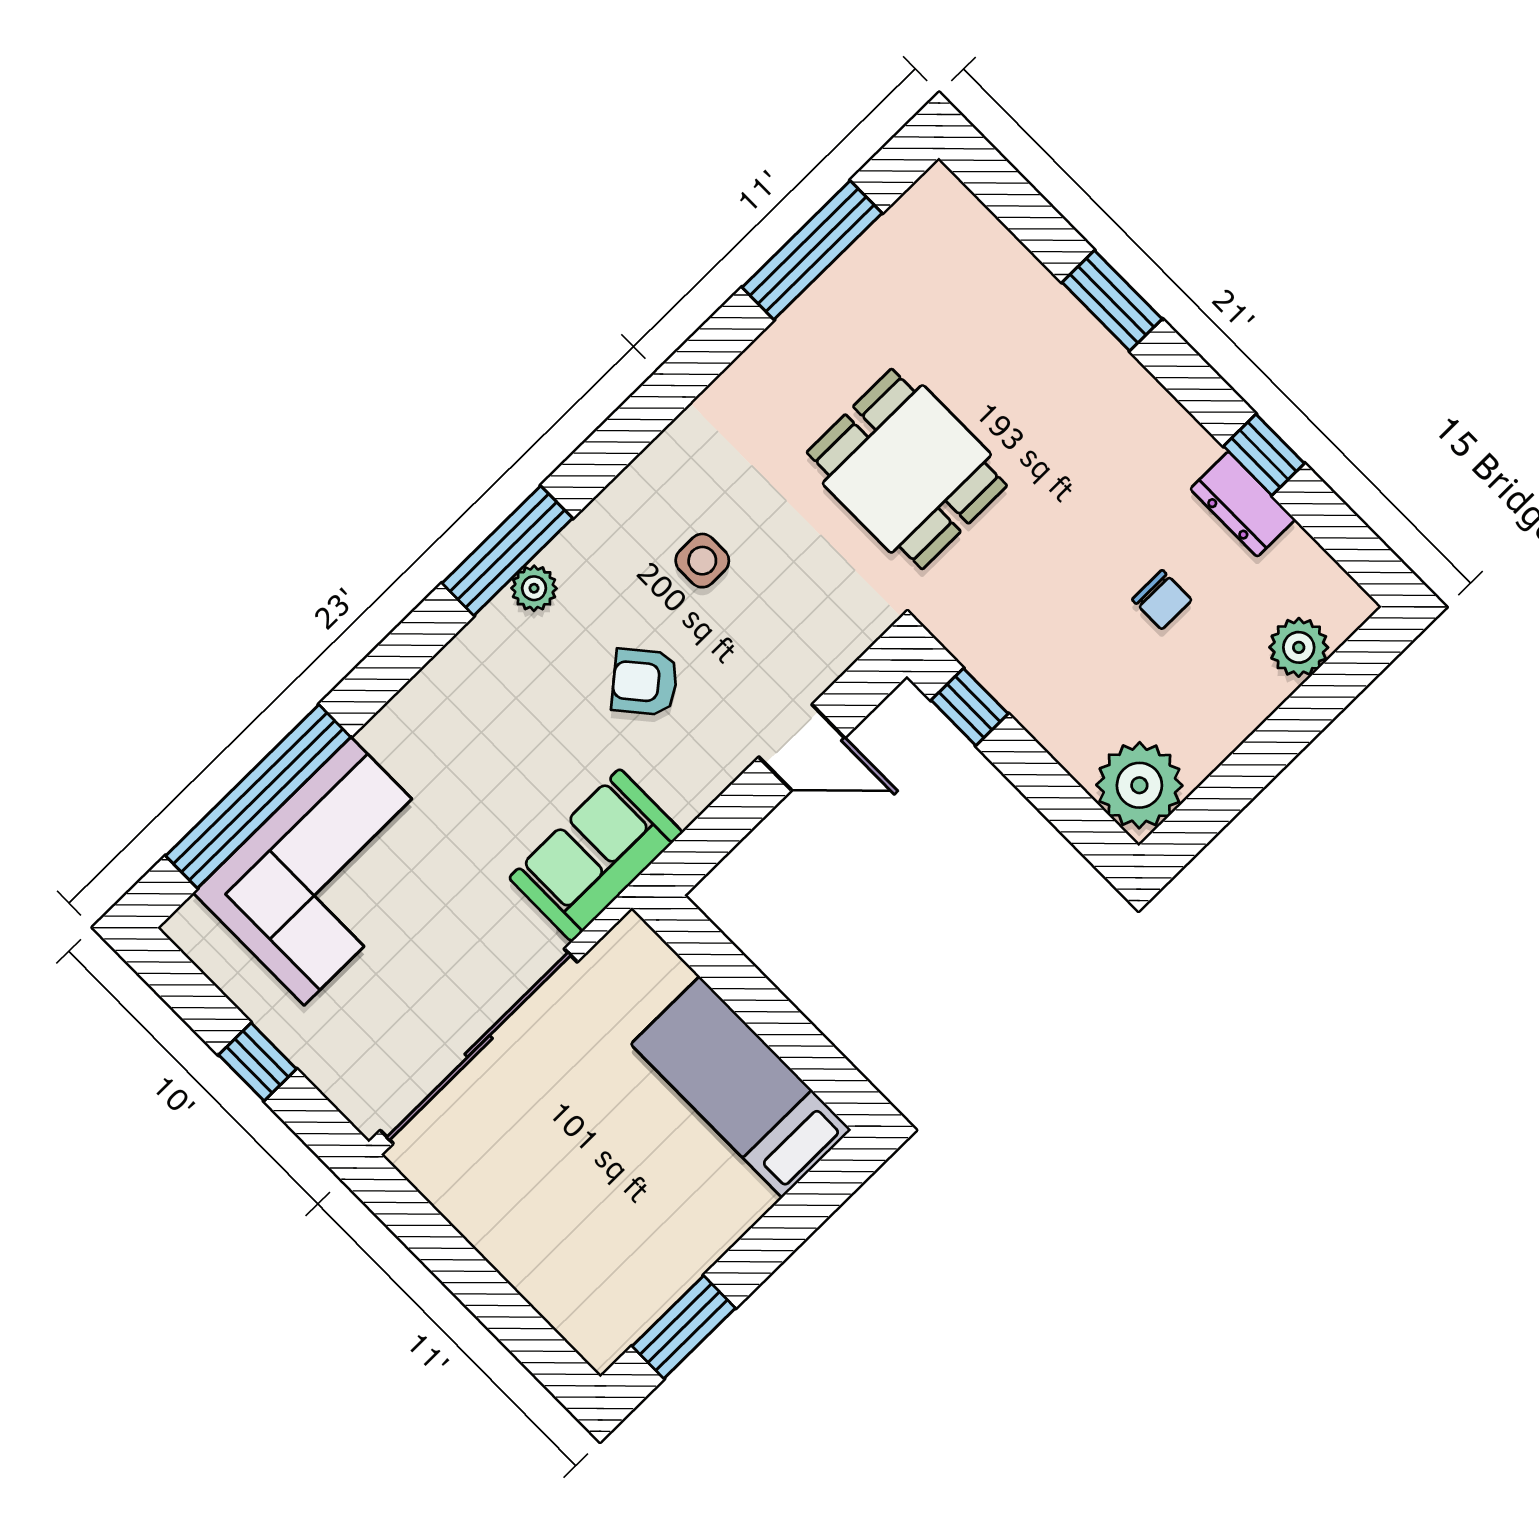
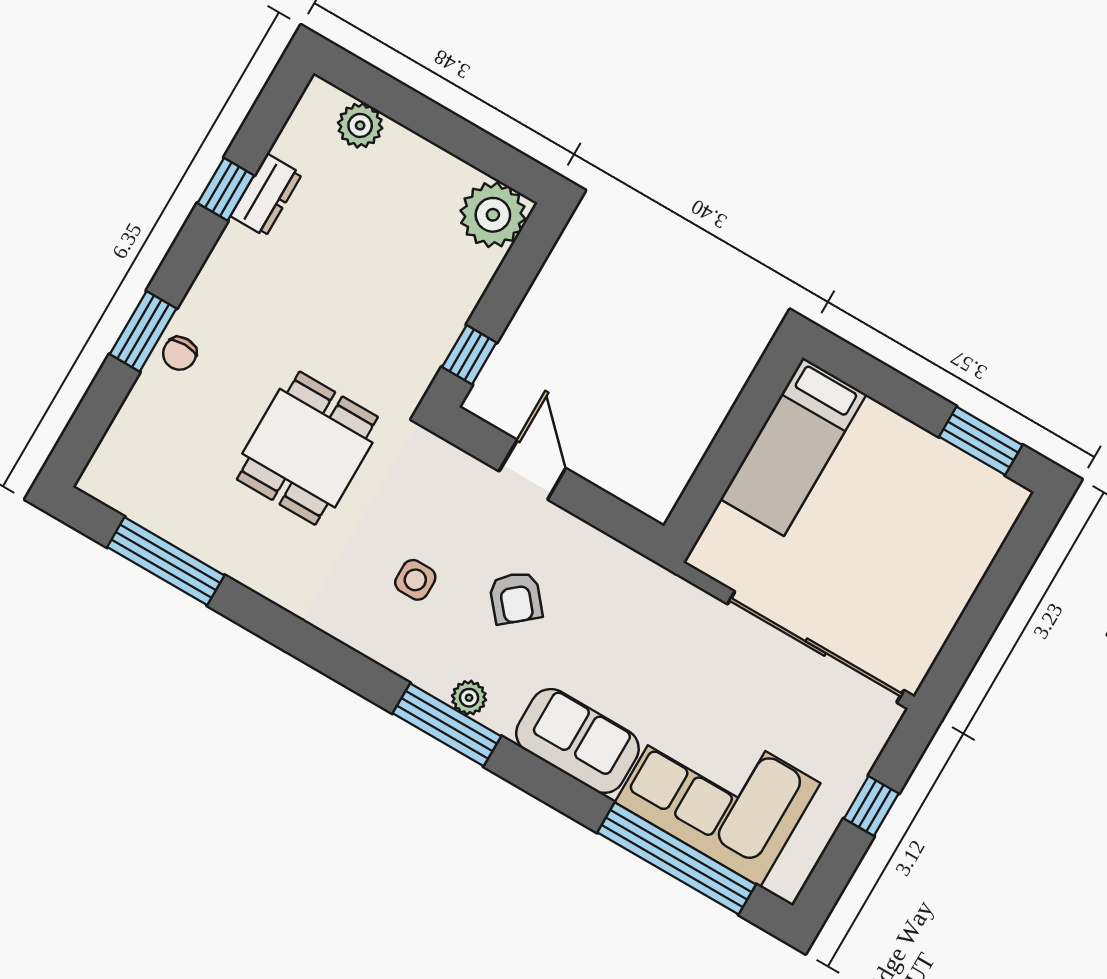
chair: (1162, 600) -> (180, 354), moved, turned 180
sofa: (596, 855) -> (577, 741), moved, turned 180

